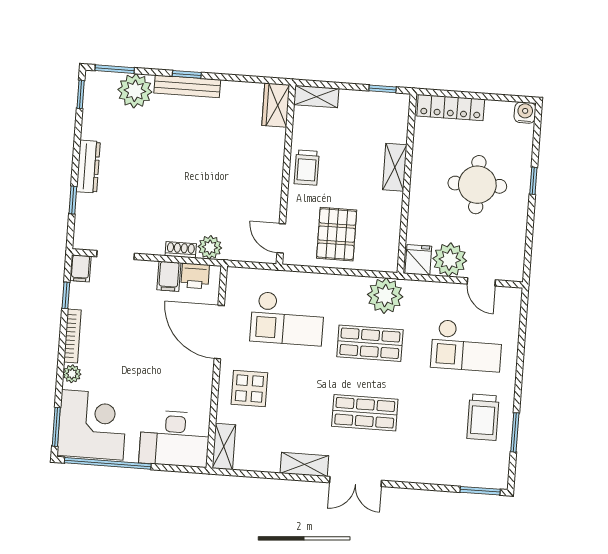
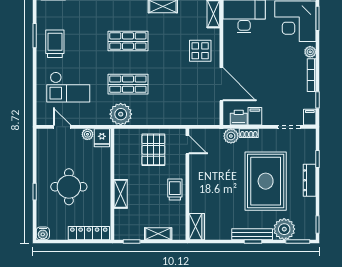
shelving: (316, 97) -> (158, 234), moved
rug: (159, 170) -> (266, 181), added
plant: (450, 260) -> (87, 134), width x0.53, depth x0.53
checkout: (287, 319) -> (180, 96), removed
checkout: (467, 346) -> (68, 87), turned 180

